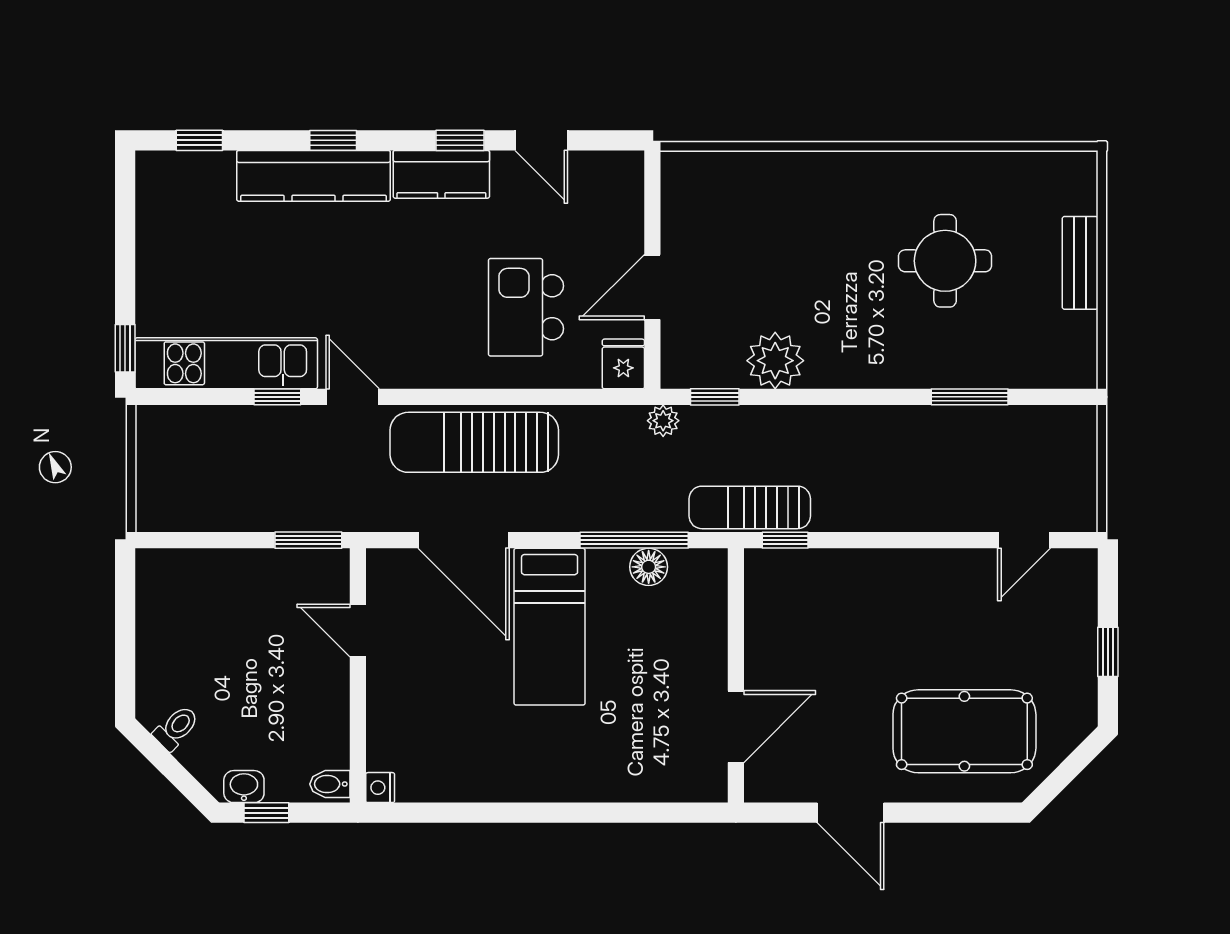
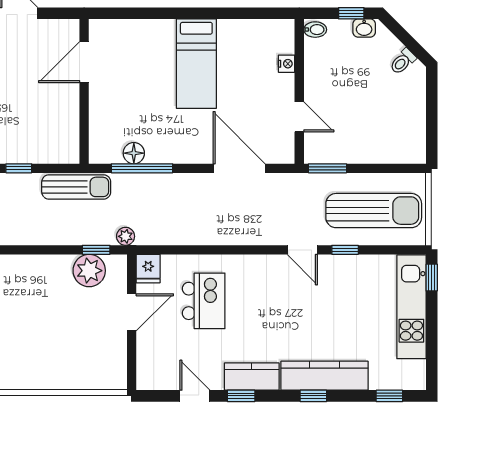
plant: (775, 361) -> (89, 271), moved
kitchen unit: (226, 363) -> (411, 307), moved, turned 90
sun lounger: (474, 442) -> (374, 211), moved
window: (785, 540) -> (19, 168), moved
bed: (550, 627) -> (196, 64), moved, turned 180
nightstand: (380, 788) -> (287, 64), moved

